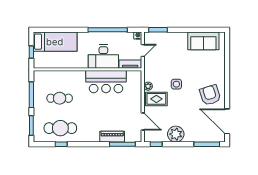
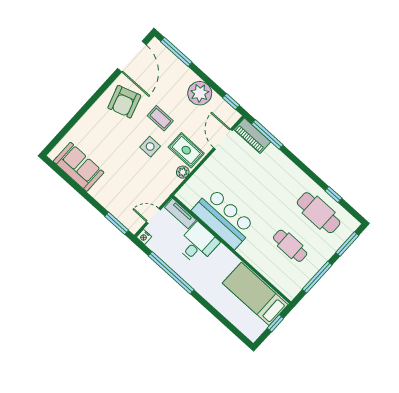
bed: (55, 42) -> (255, 294), moved
desk: (103, 57) -> (198, 244), width x0.73
coffee table: (184, 103) -> (160, 118), added
piano: (112, 137) -> (252, 136), moved

